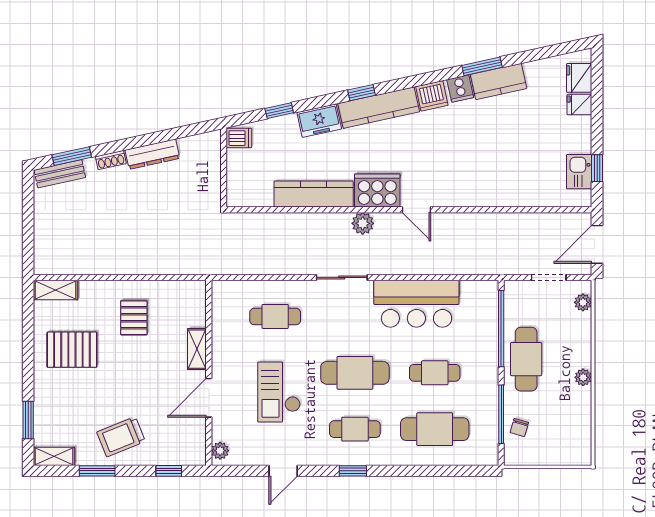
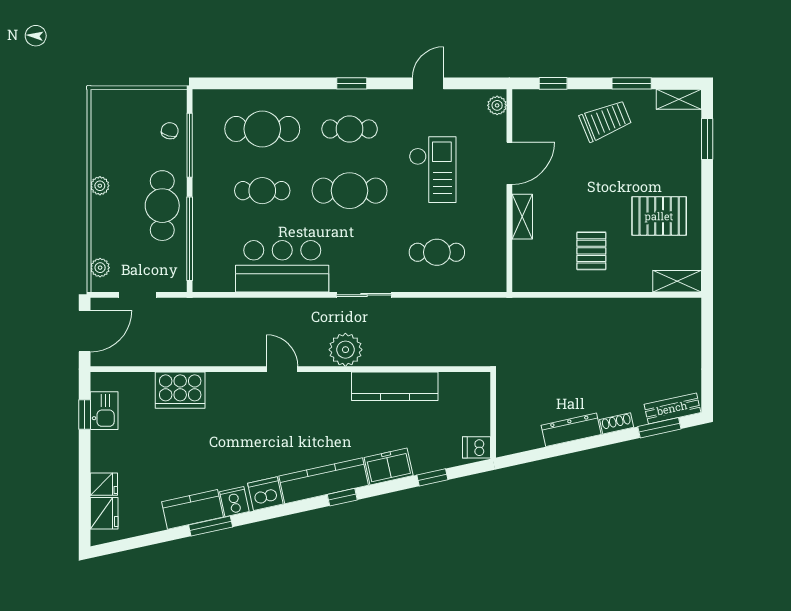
cooker: (377, 190) -> (180, 390), moved
plant: (363, 223) -> (345, 350), width x1.36, depth x1.36

